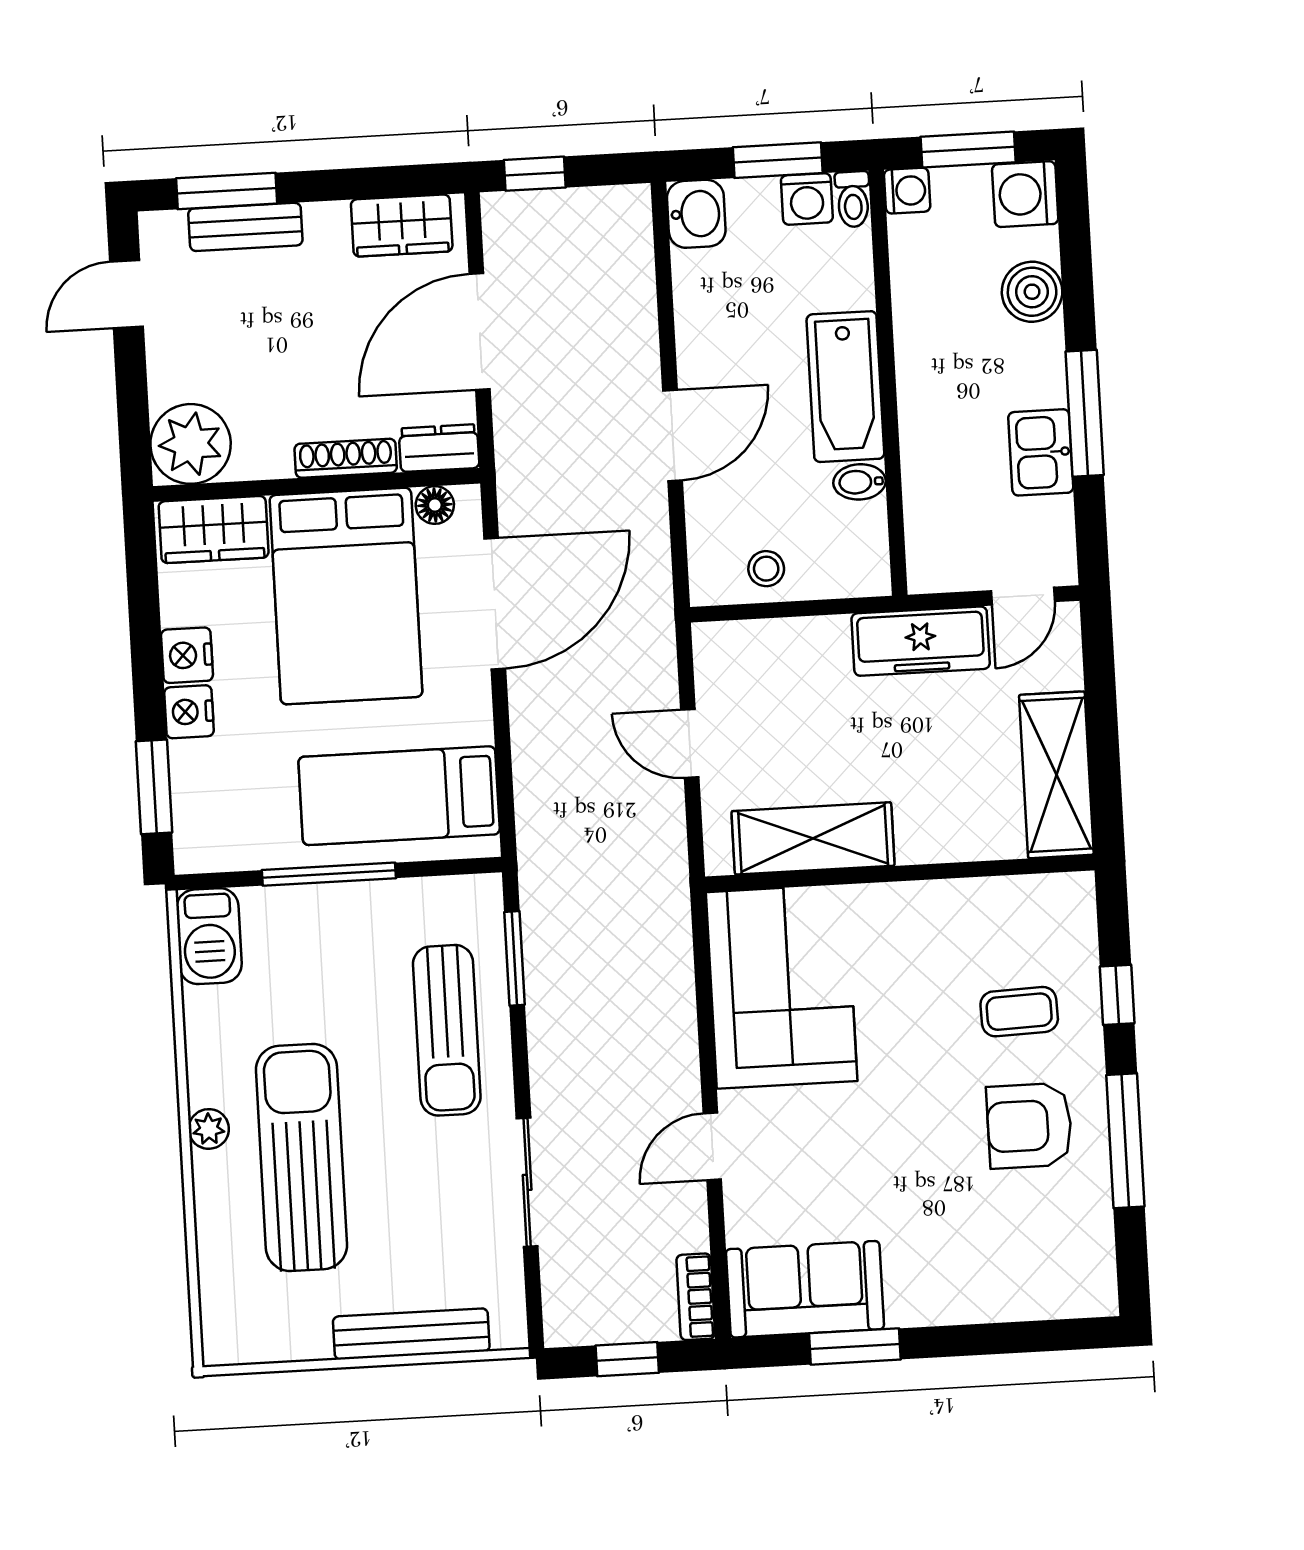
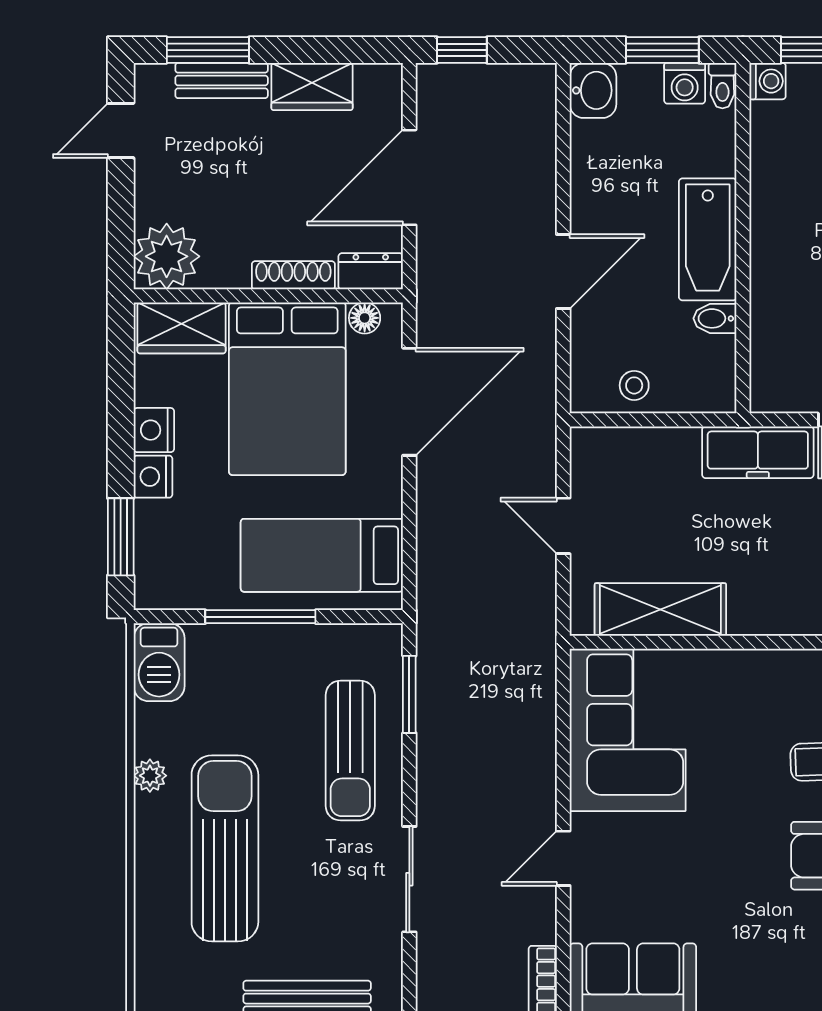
wardrobe: (402, 225) -> (312, 86), moved
plant: (209, 1129) -> (150, 776), moved

